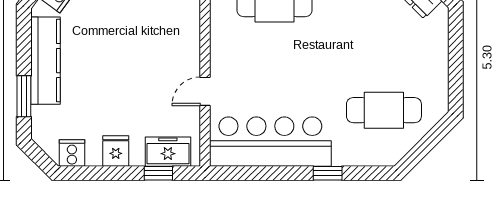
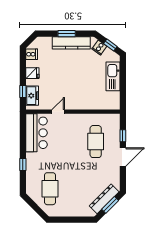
door: (205, 91) -> (58, 112), hinge flipped
window: (24, 96) -> (67, 34), moved
bar counter: (270, 142) -> (36, 133), width x0.73

